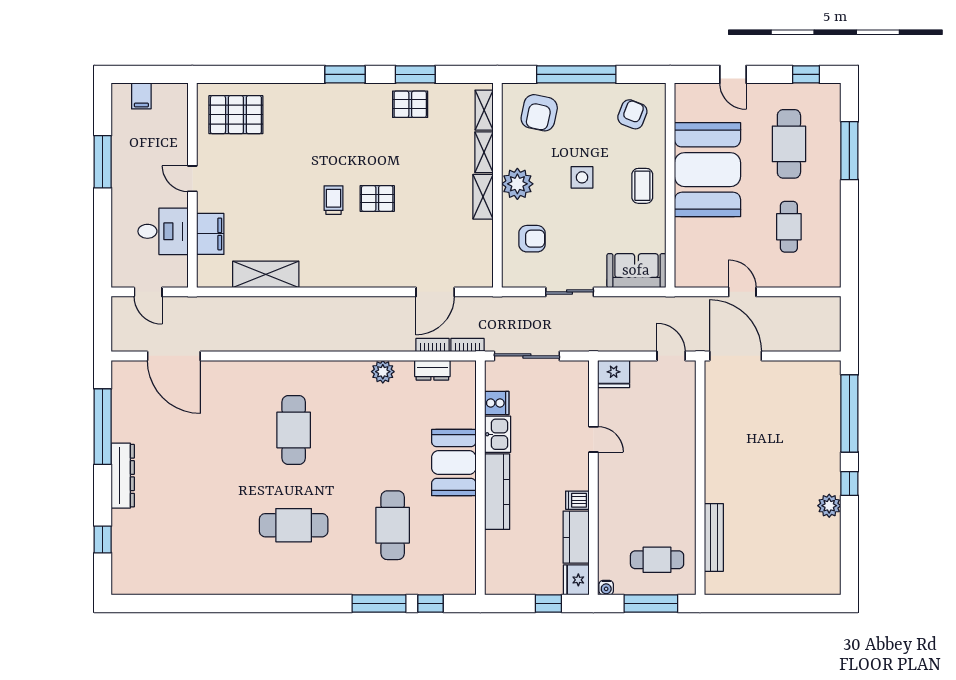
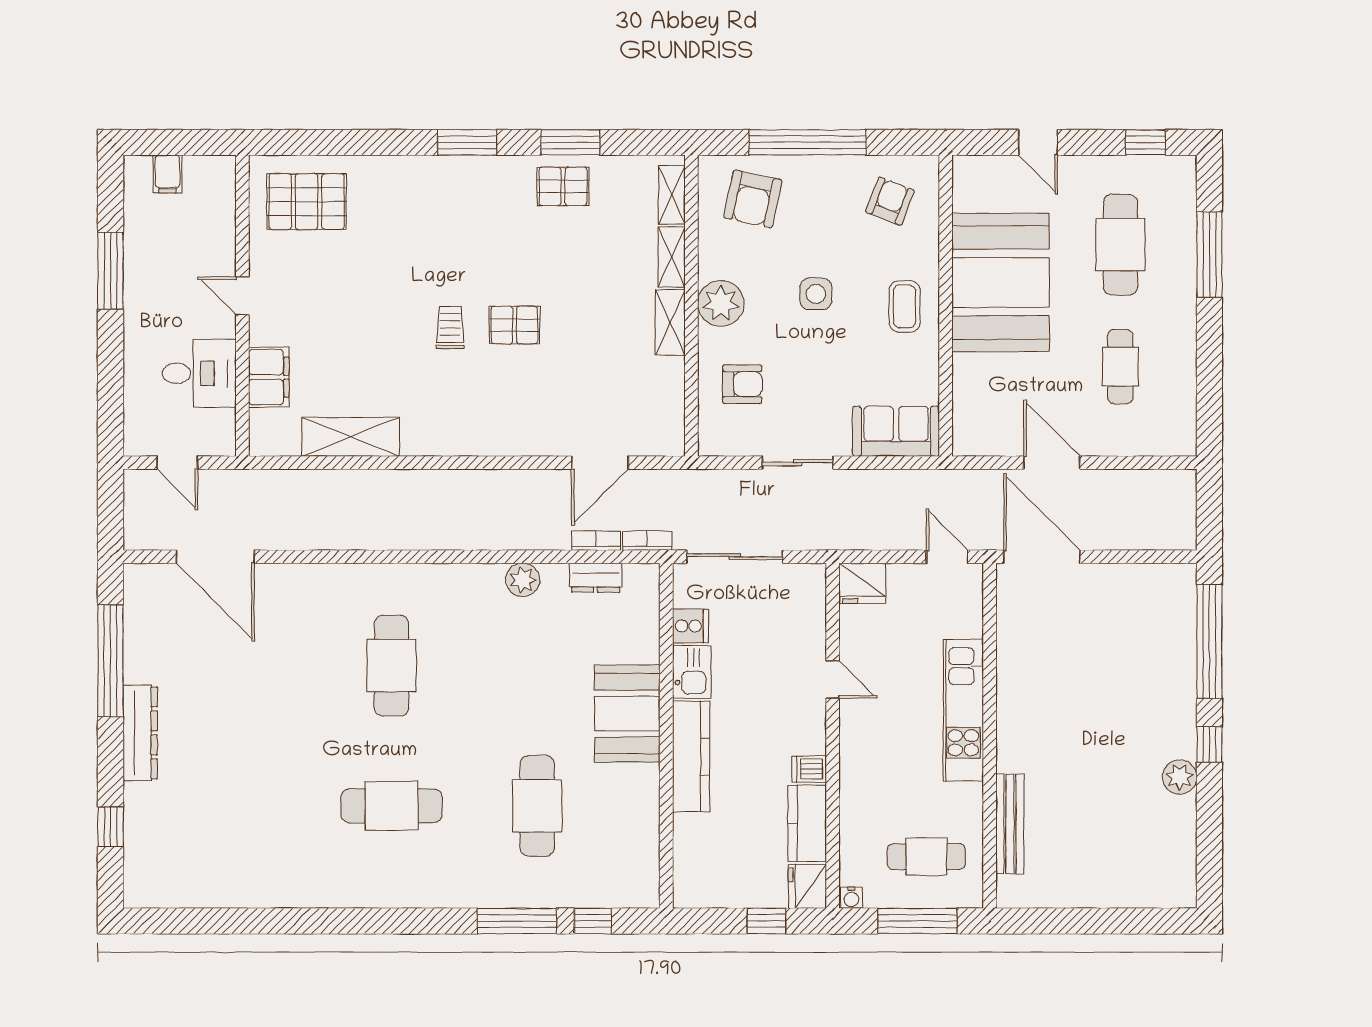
door: (742, 292) -> (1052, 463), width x1.38
kitchen unit: (682, 460) -> (963, 710), added

